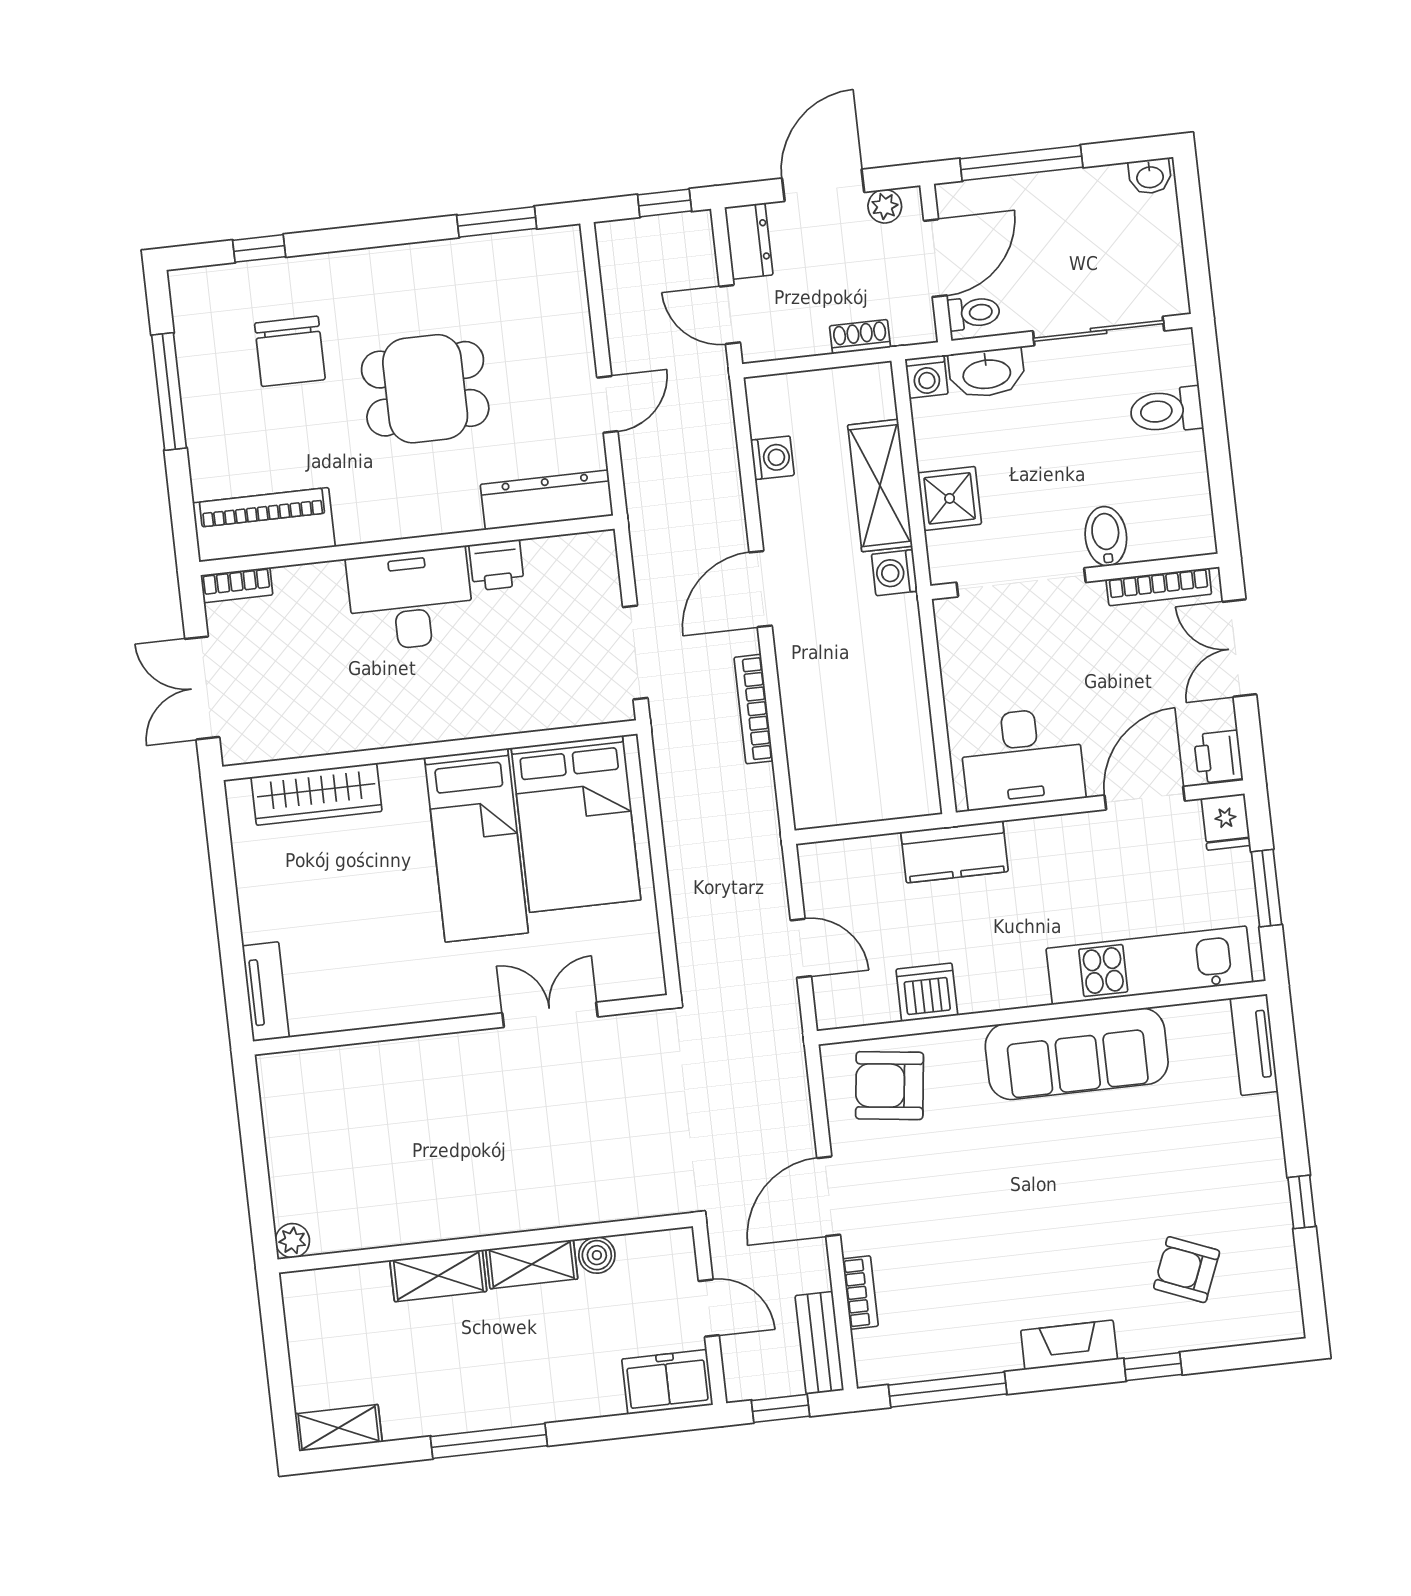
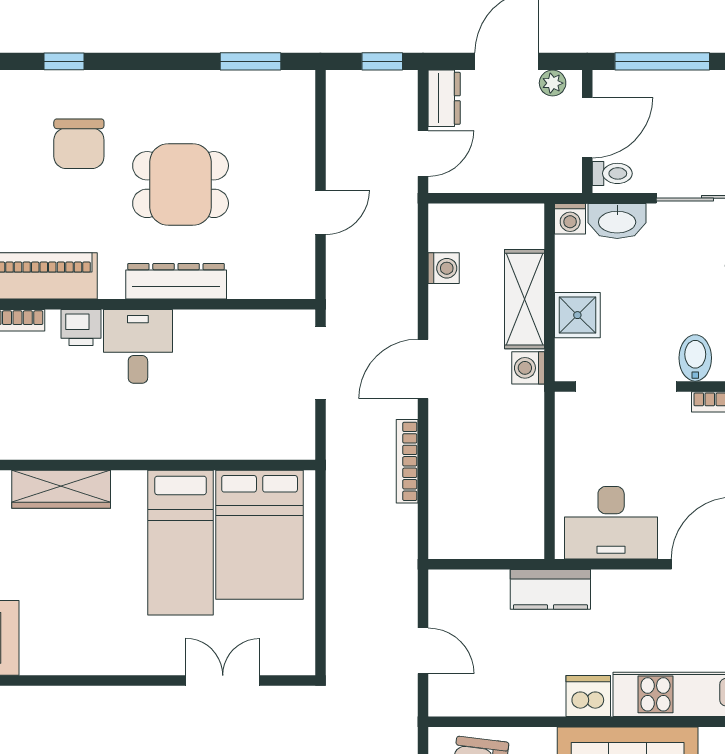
door: (730, 314) -> (423, 153), swing flipped
shoe rack: (860, 337) -> (522, 182), removed
dresser: (547, 500) -> (176, 281), moved
printer: (497, 565) -> (81, 328), moved
desk: (410, 599) -> (138, 346), width x0.73
doorway: (635, 653) -> (320, 363), moved
dishwasher: (927, 992) -> (588, 696), moved

